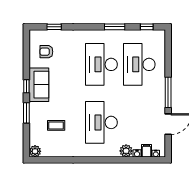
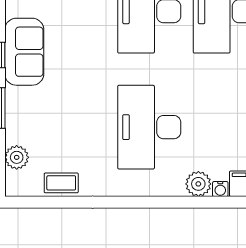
coffee table: (56, 125) -> (61, 183), moved
plant: (35, 151) -> (17, 157), moved

